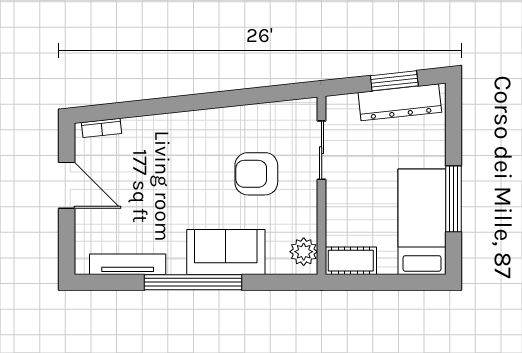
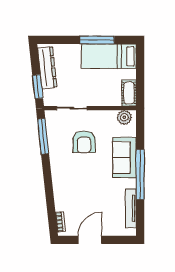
window: (394, 81) -> (38, 87), moved
window: (267, 94) -> (43, 136), added

